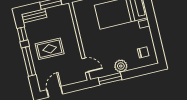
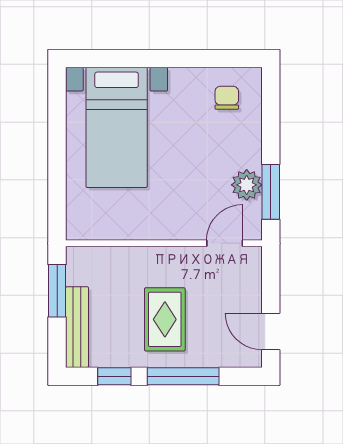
bench: (34, 16) -> (77, 327), width x1.36
plant: (121, 66) -> (247, 185), moved

